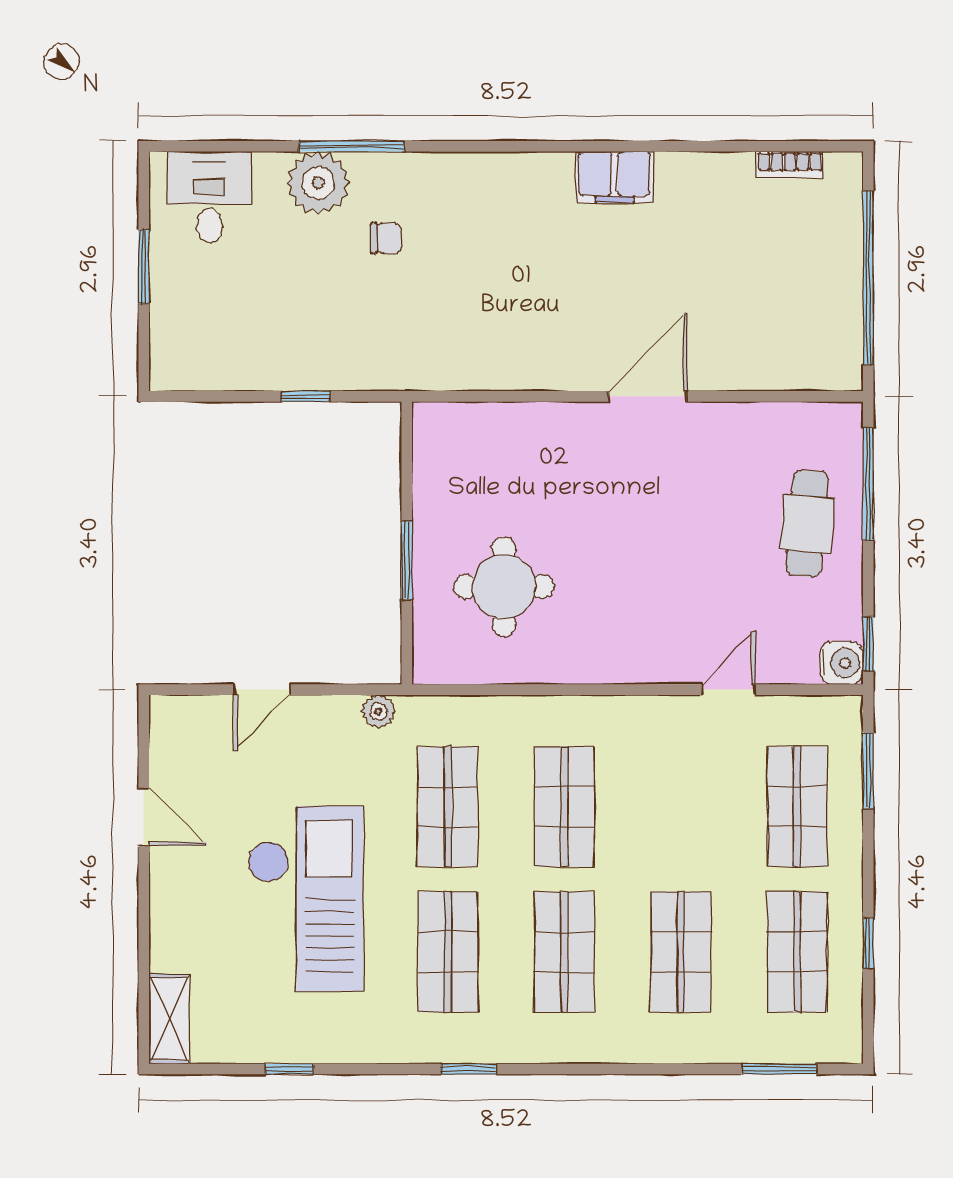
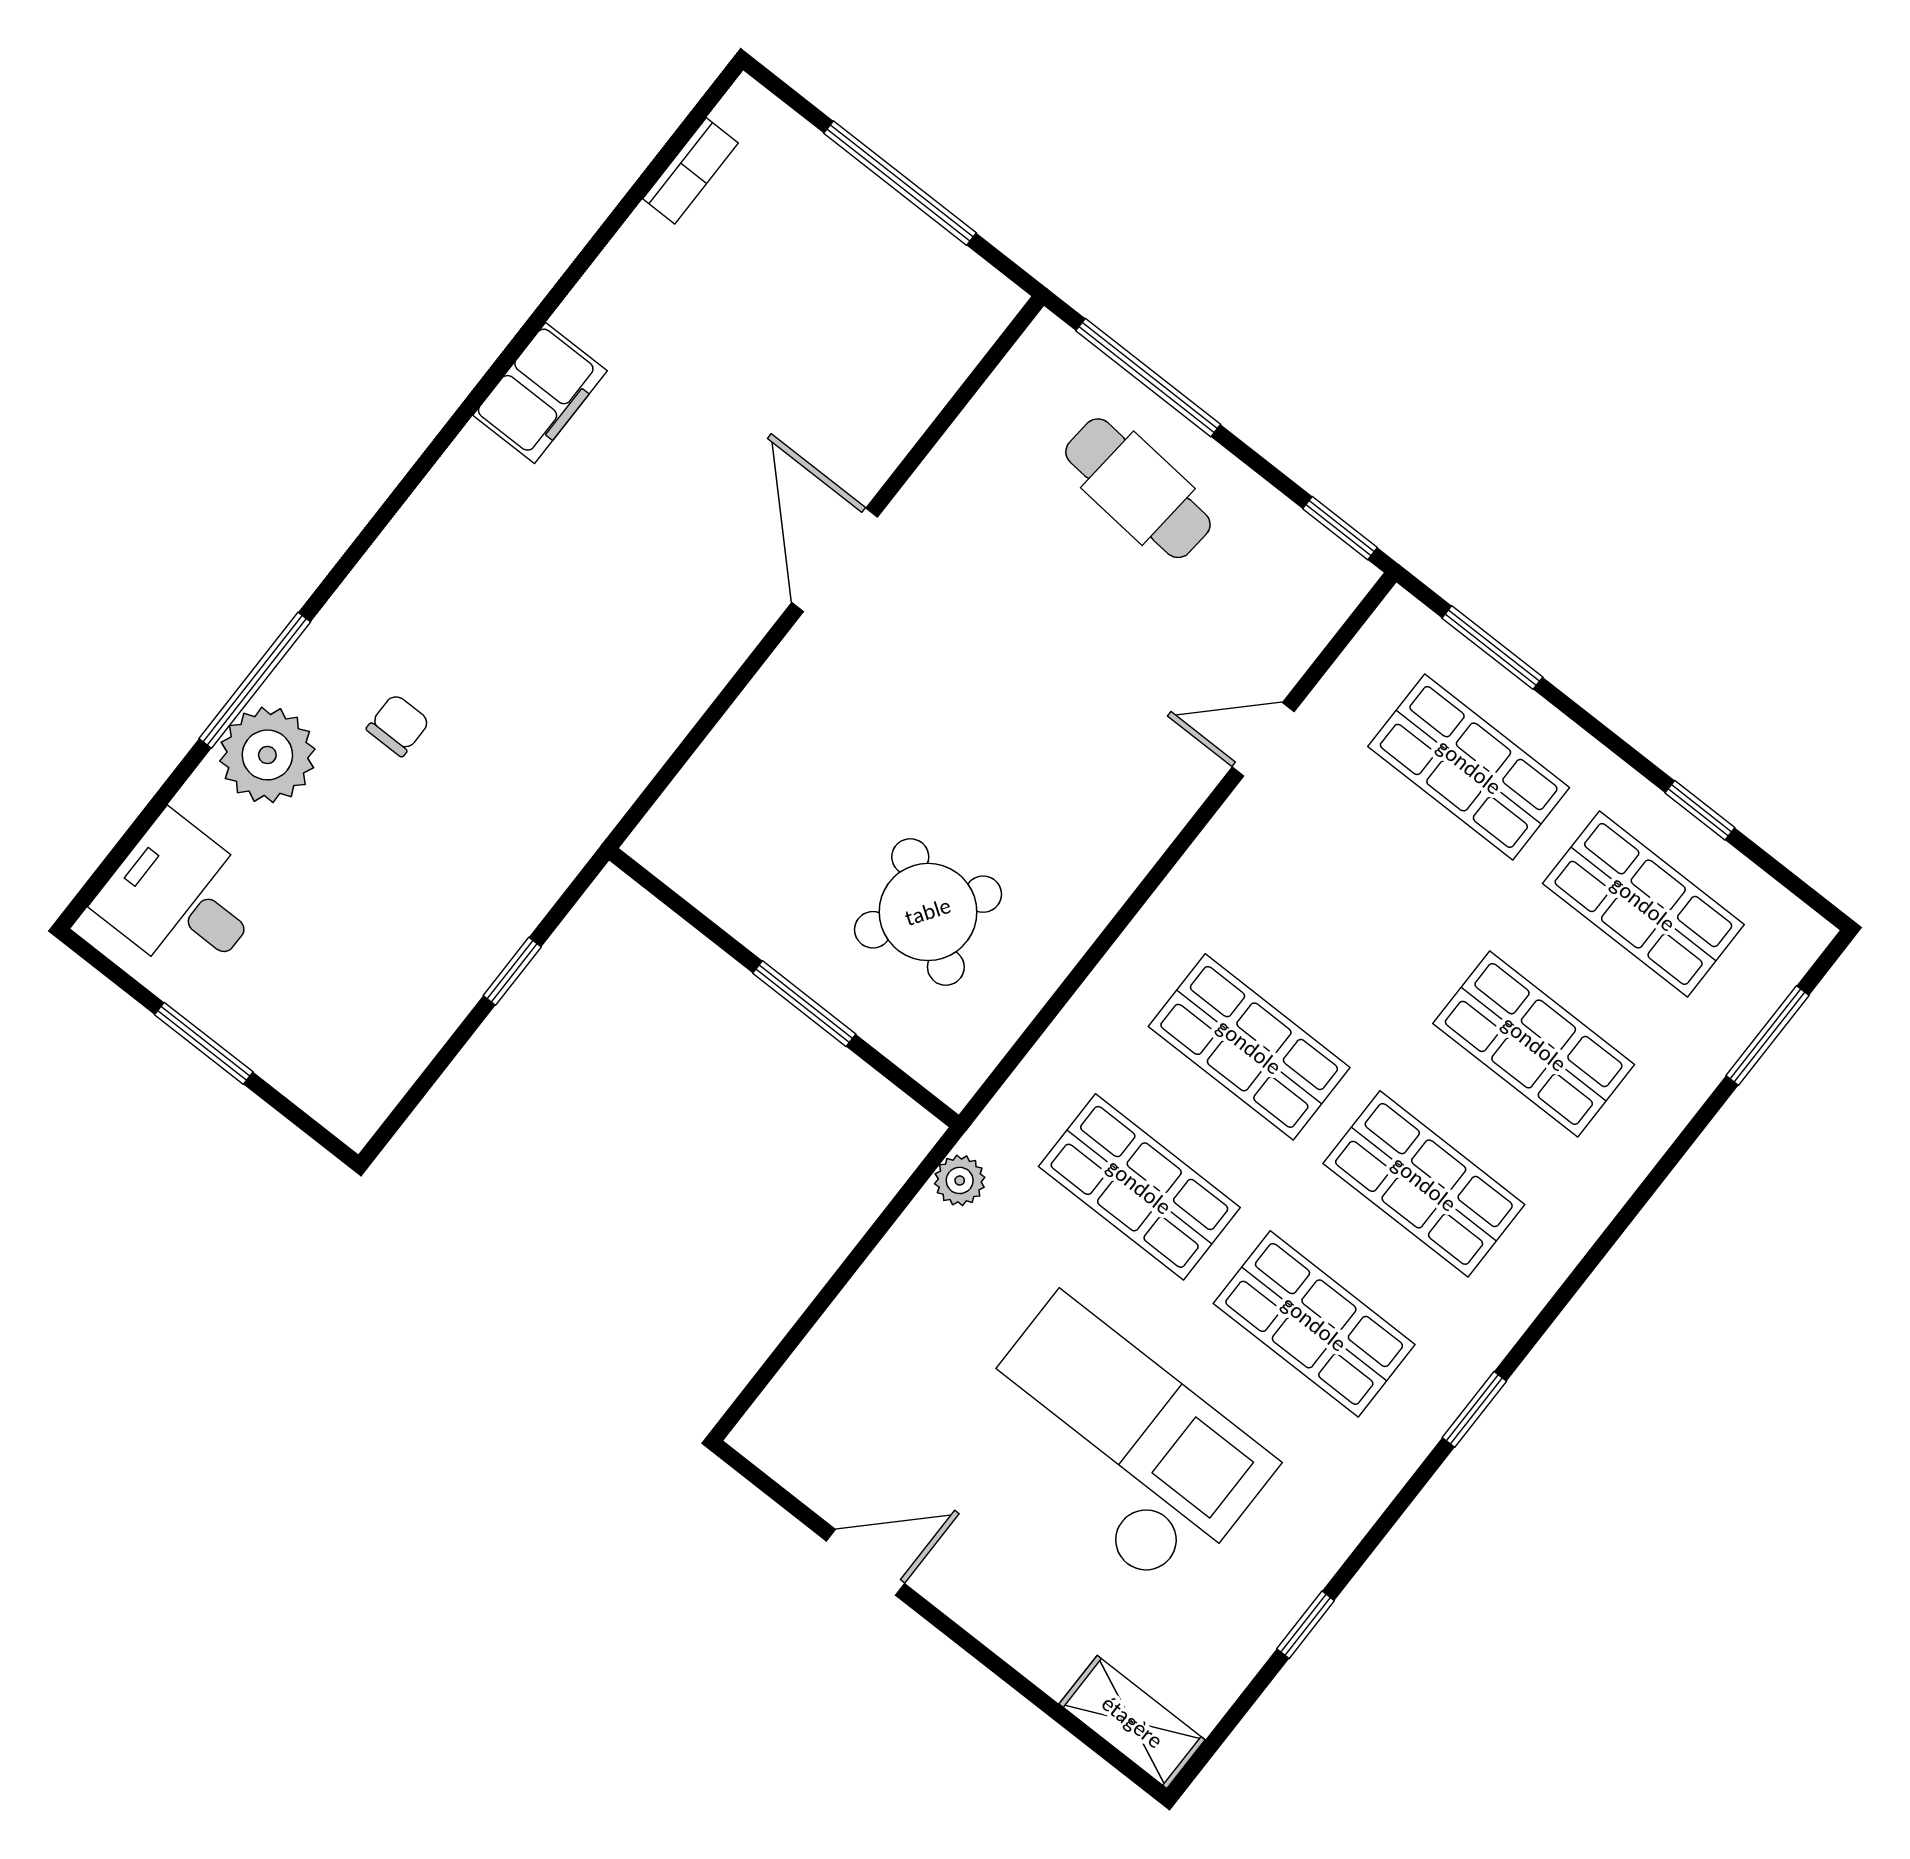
window: (868, 278) -> (900, 183), width x0.68
round table: (504, 587) -> (928, 912), turned 34
water cooler: (841, 663) -> (1338, 578), removed
door: (262, 690) -> (824, 1300), removed
door: (728, 690) -> (1263, 739), hinge flipped

